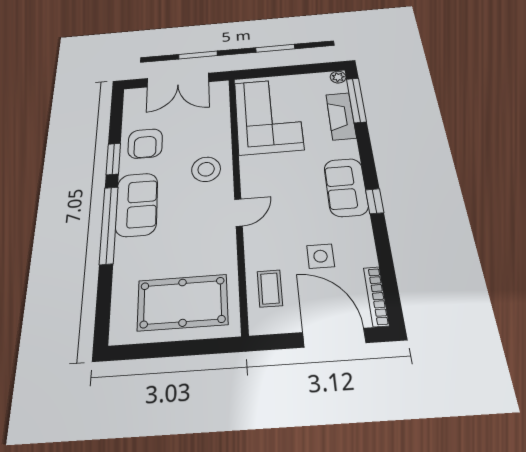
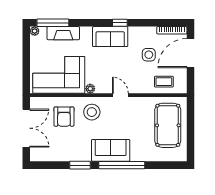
armchair: (145, 144) -> (64, 117), moved, turned 90
plant: (248, 163) -> (90, 89), added

